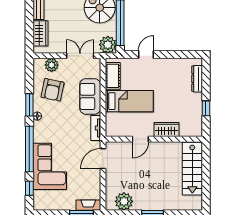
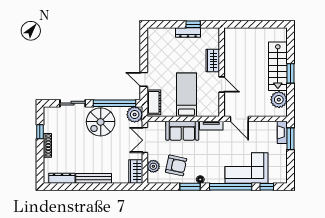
wardrobe: (40, 33) -> (136, 171), moved, turned -90
cot: (113, 76) -> (154, 102), moved, turned 90
dresser: (197, 79) -> (188, 32), moved
stairs: (192, 169) -> (278, 66), moved, turned 90

